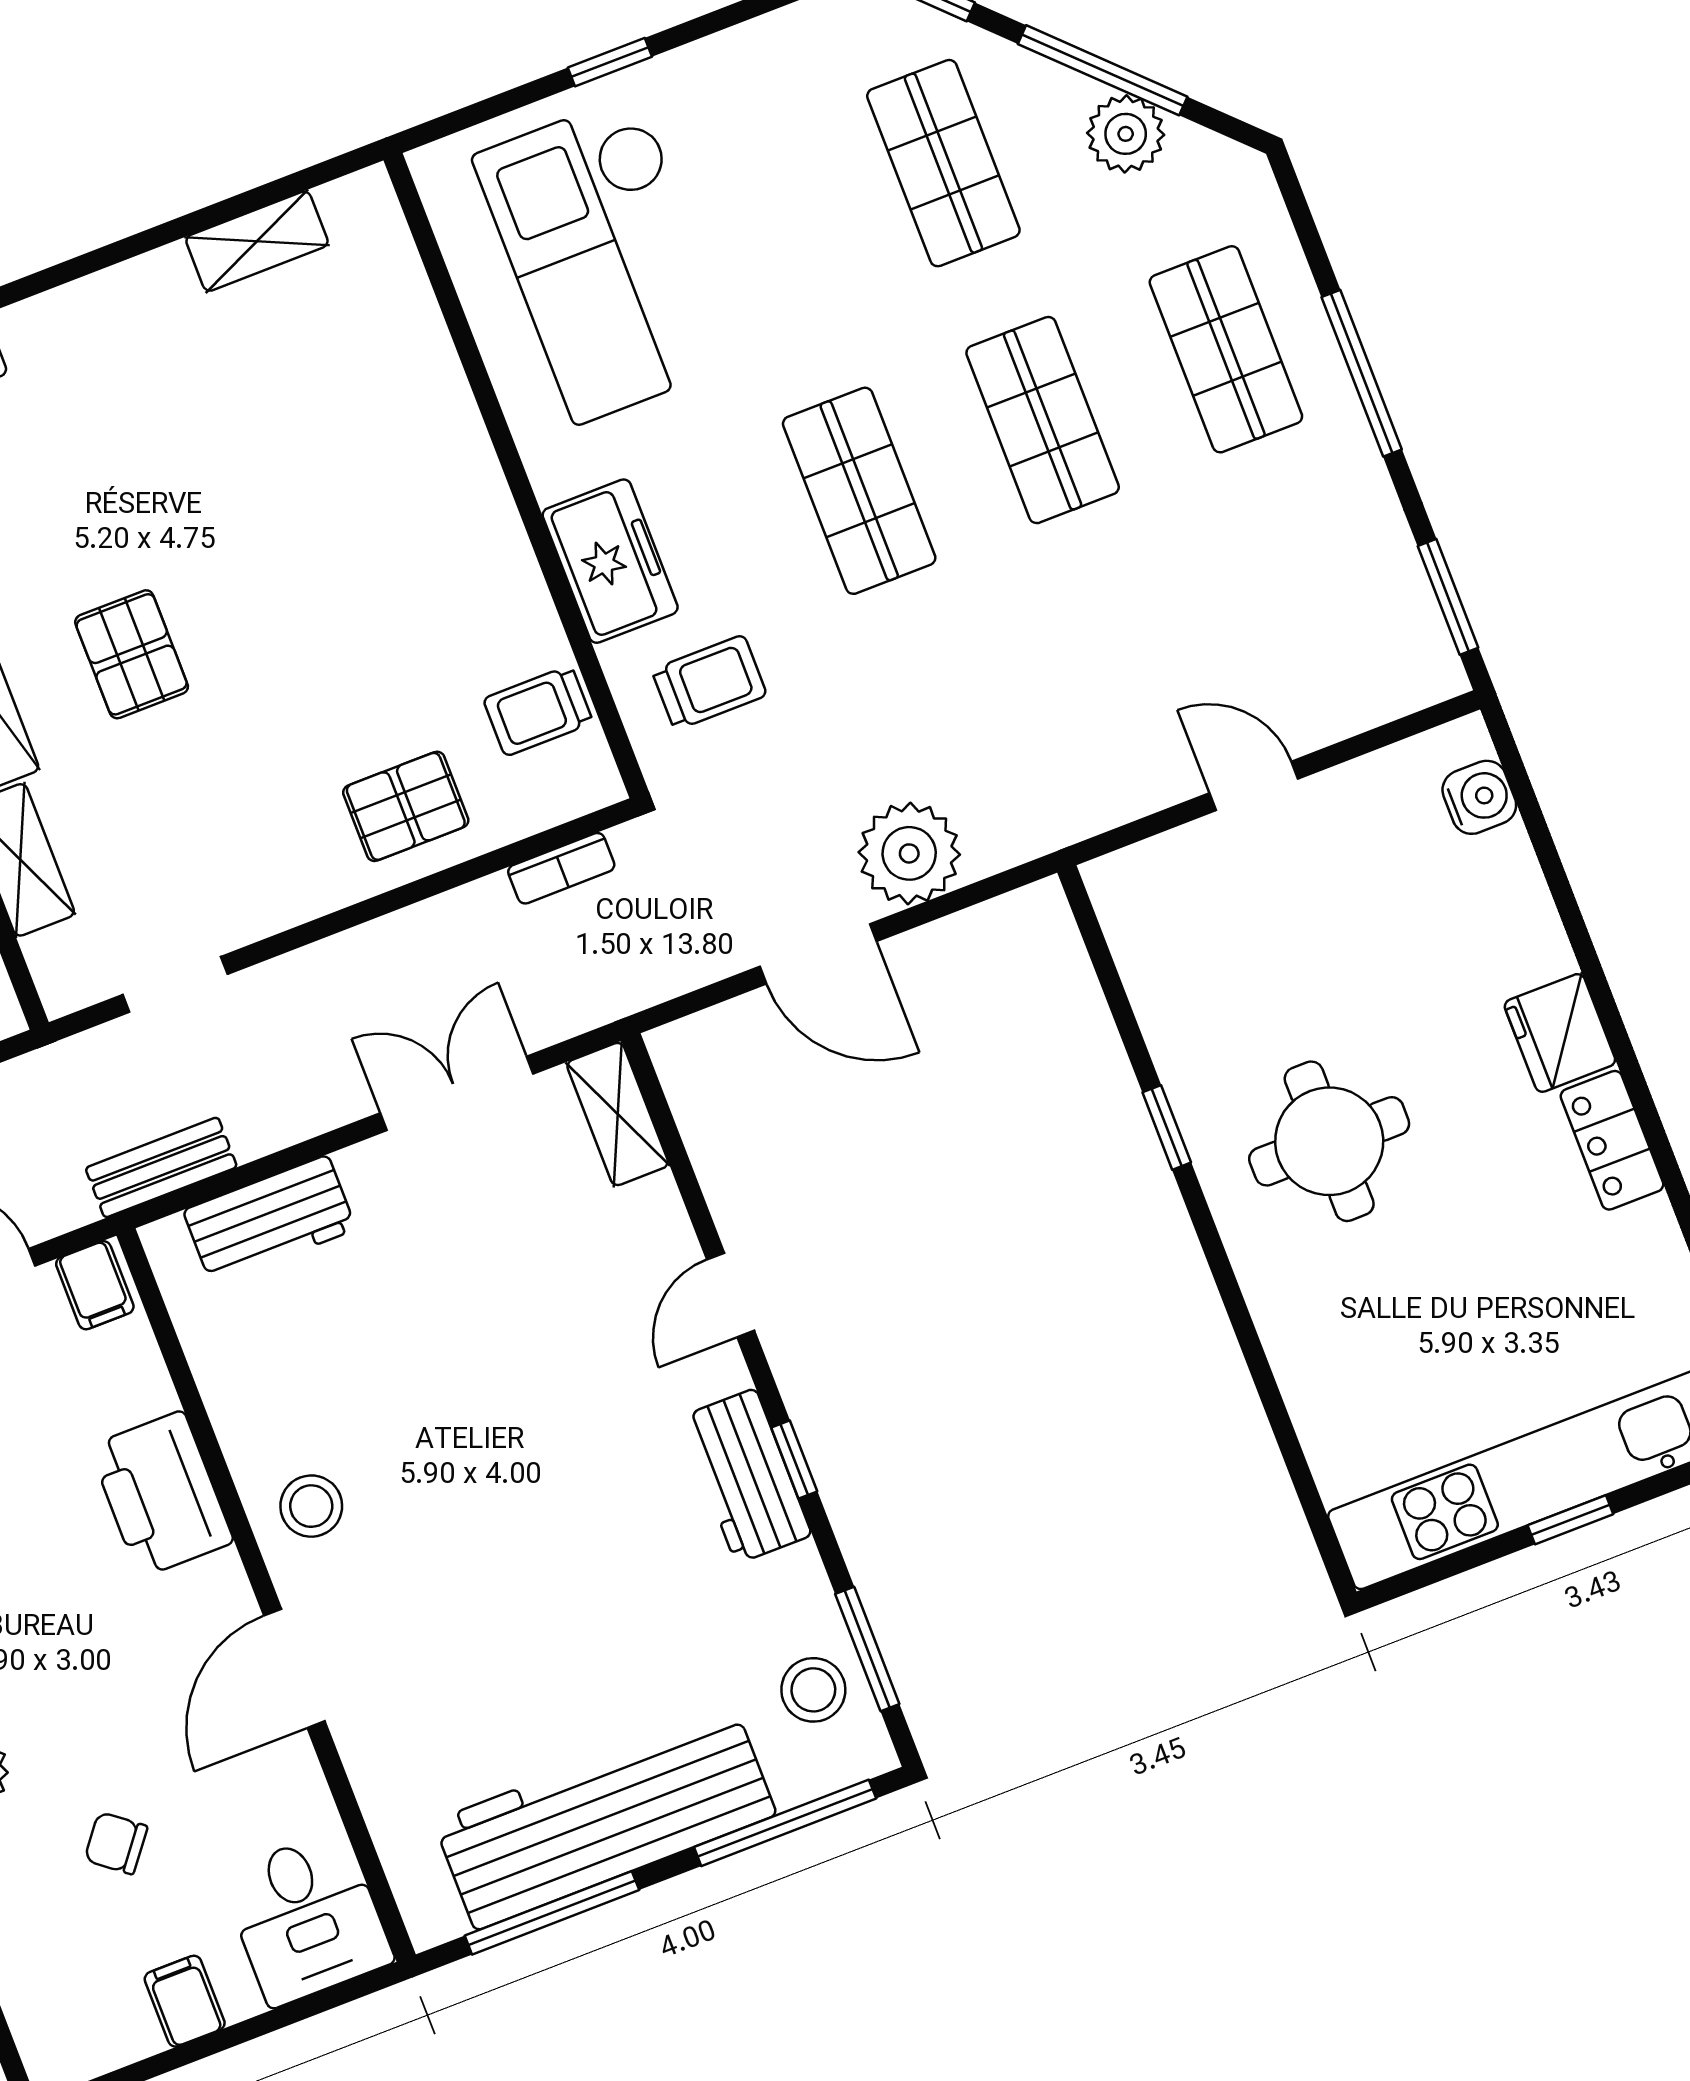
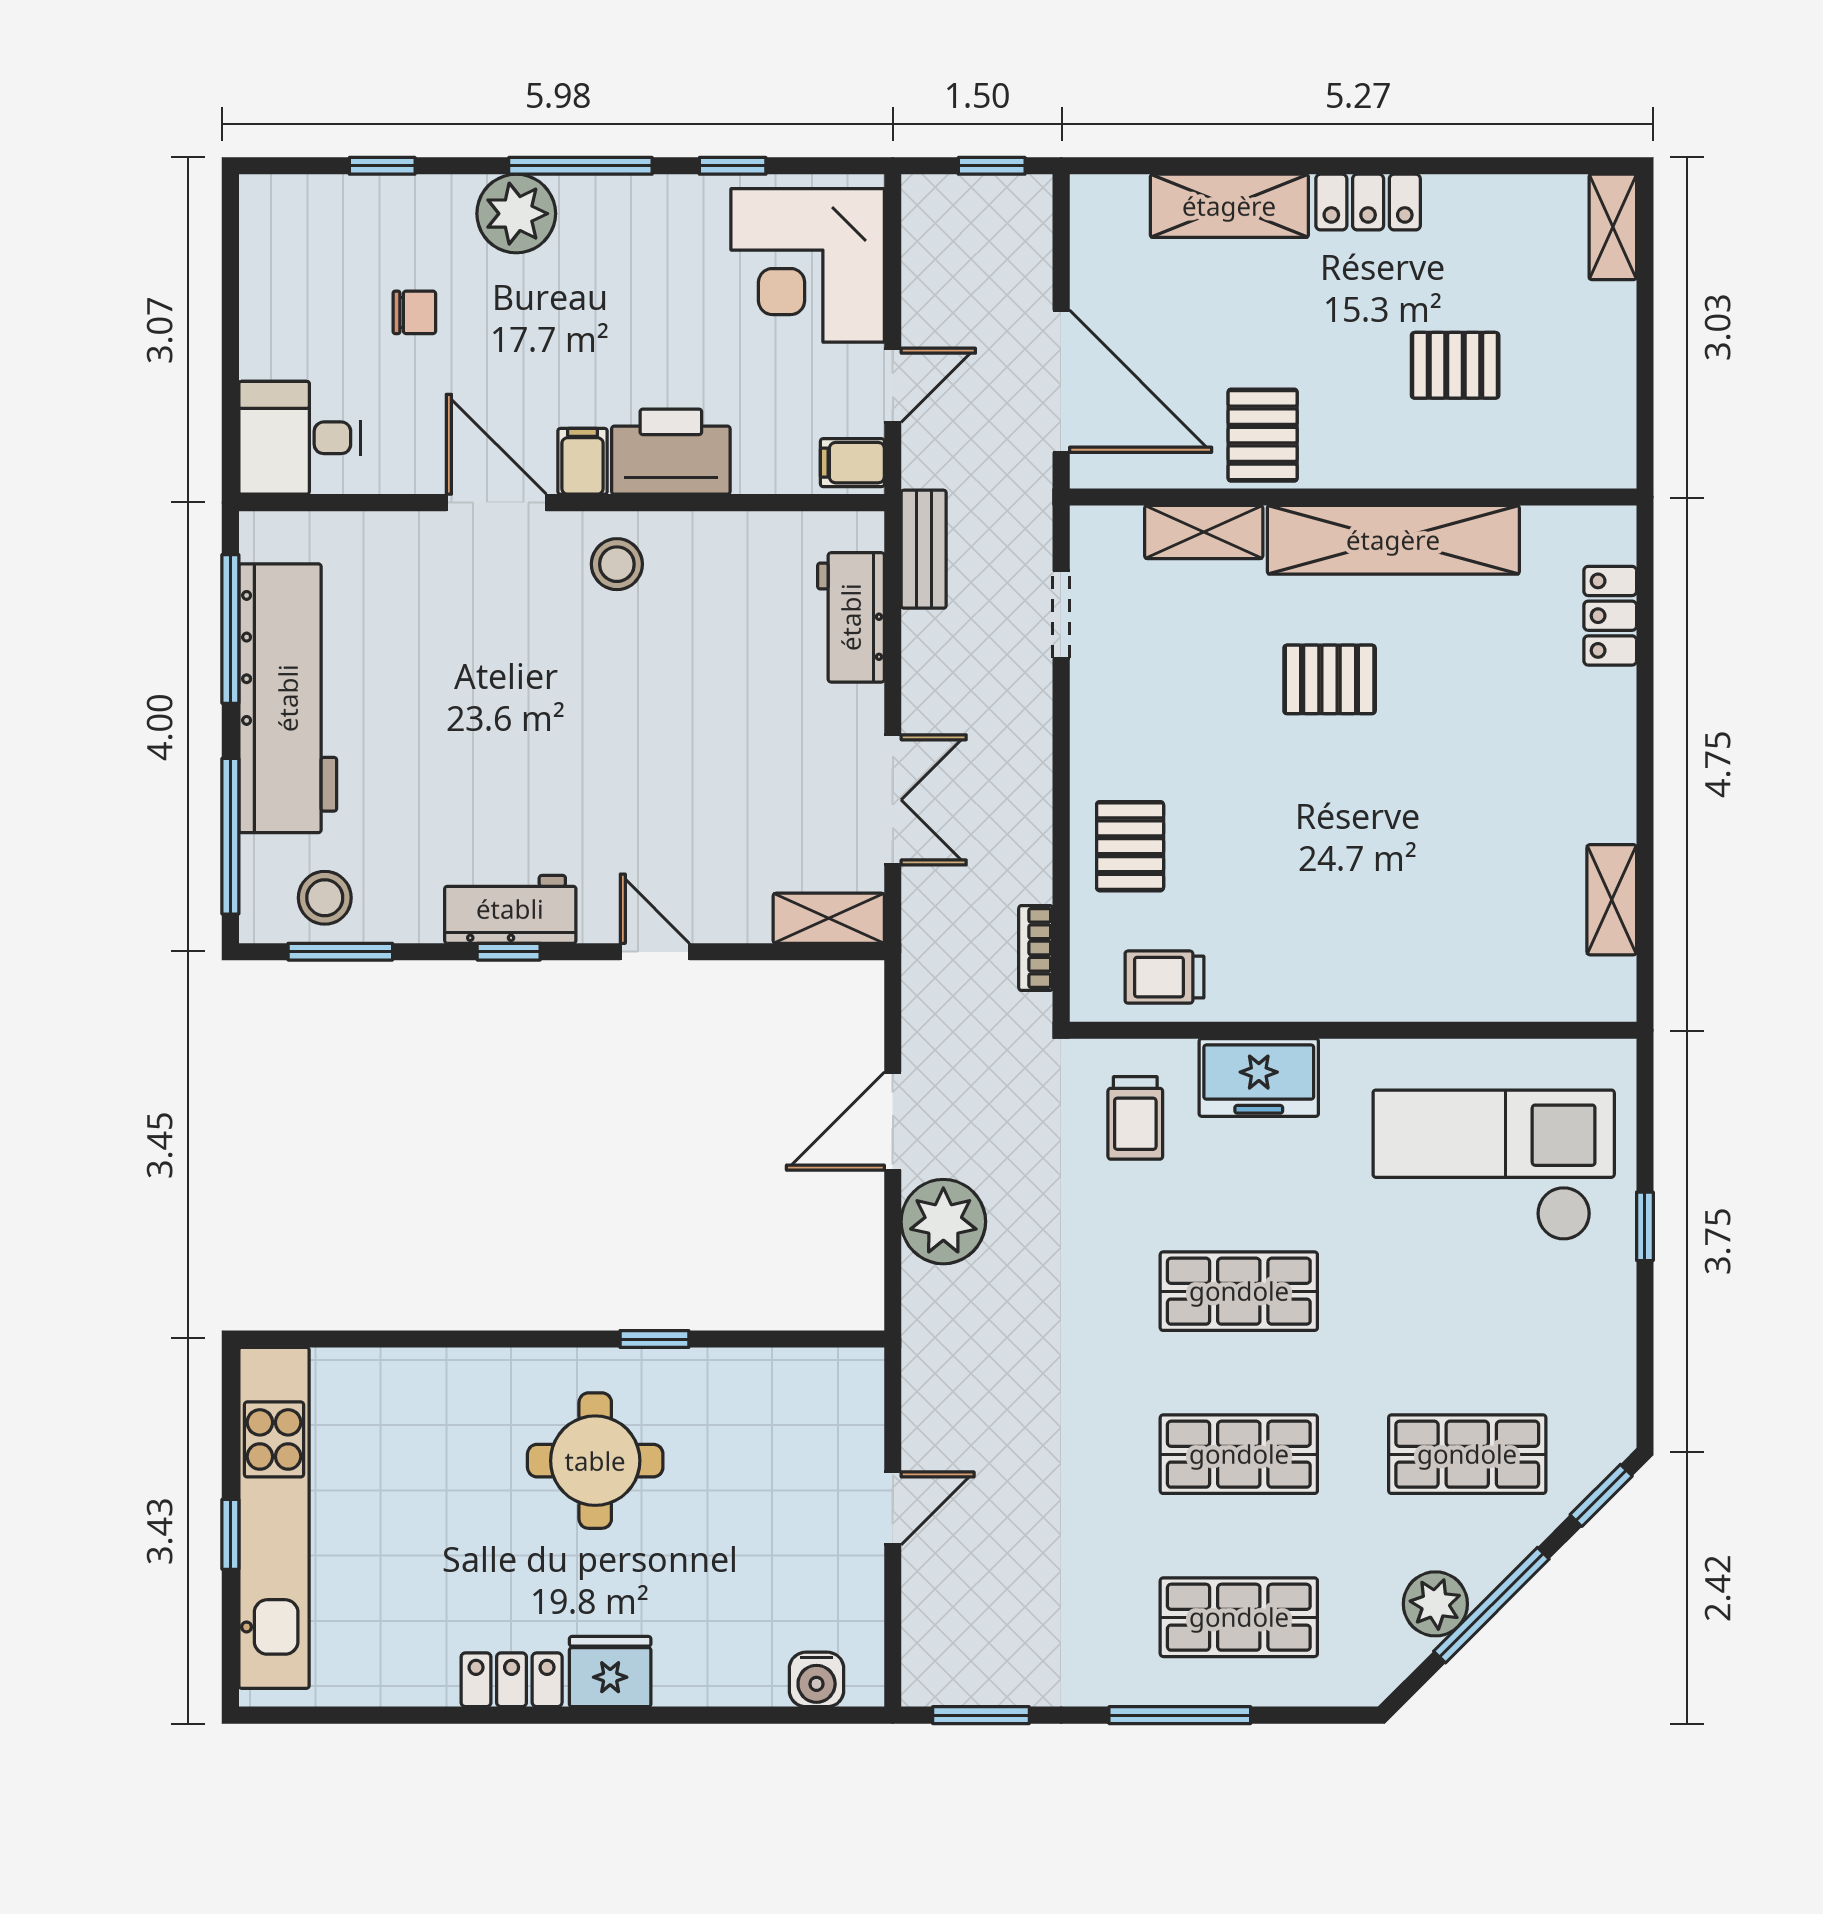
trolley: (538, 711) -> (1164, 977), turned -90
chair: (116, 1843) -> (414, 312), turned 52
filing cabinet: (185, 2001) -> (582, 461), moved, turned -90

